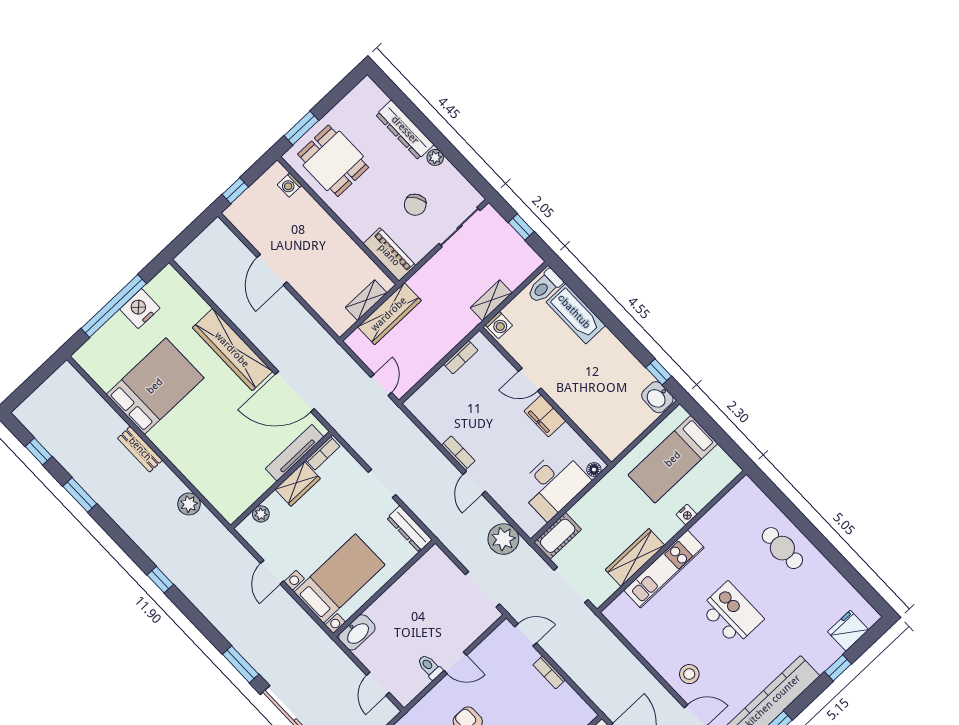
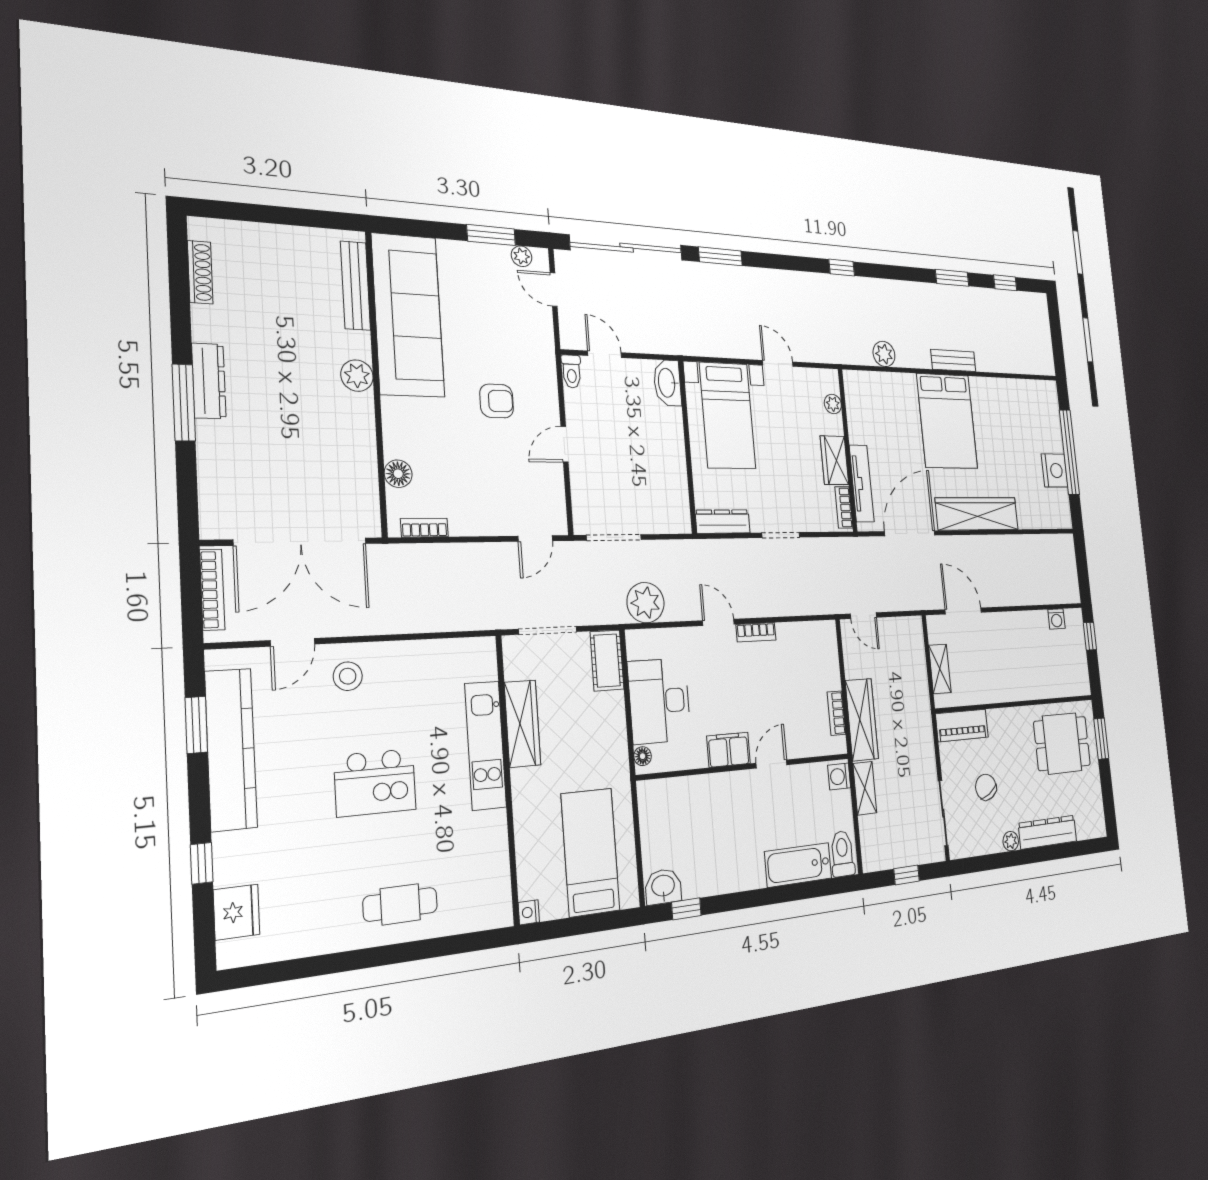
washing machine: (289, 185) -> (1056, 619), moved, turned 180
door: (272, 270) -> (963, 611), moved
wardrobe: (389, 314) -> (862, 720), moved, turned 180
bed: (155, 386) -> (947, 421), moved
nightstand: (686, 515) -> (529, 912), moved
toilet: (430, 667) -> (571, 371), moved, turned 90
bookcase: (549, 672) -> (424, 528), moved

